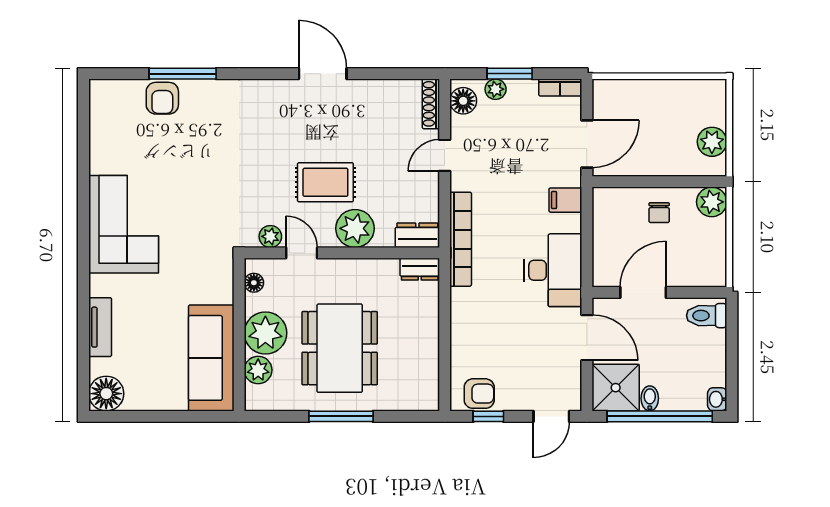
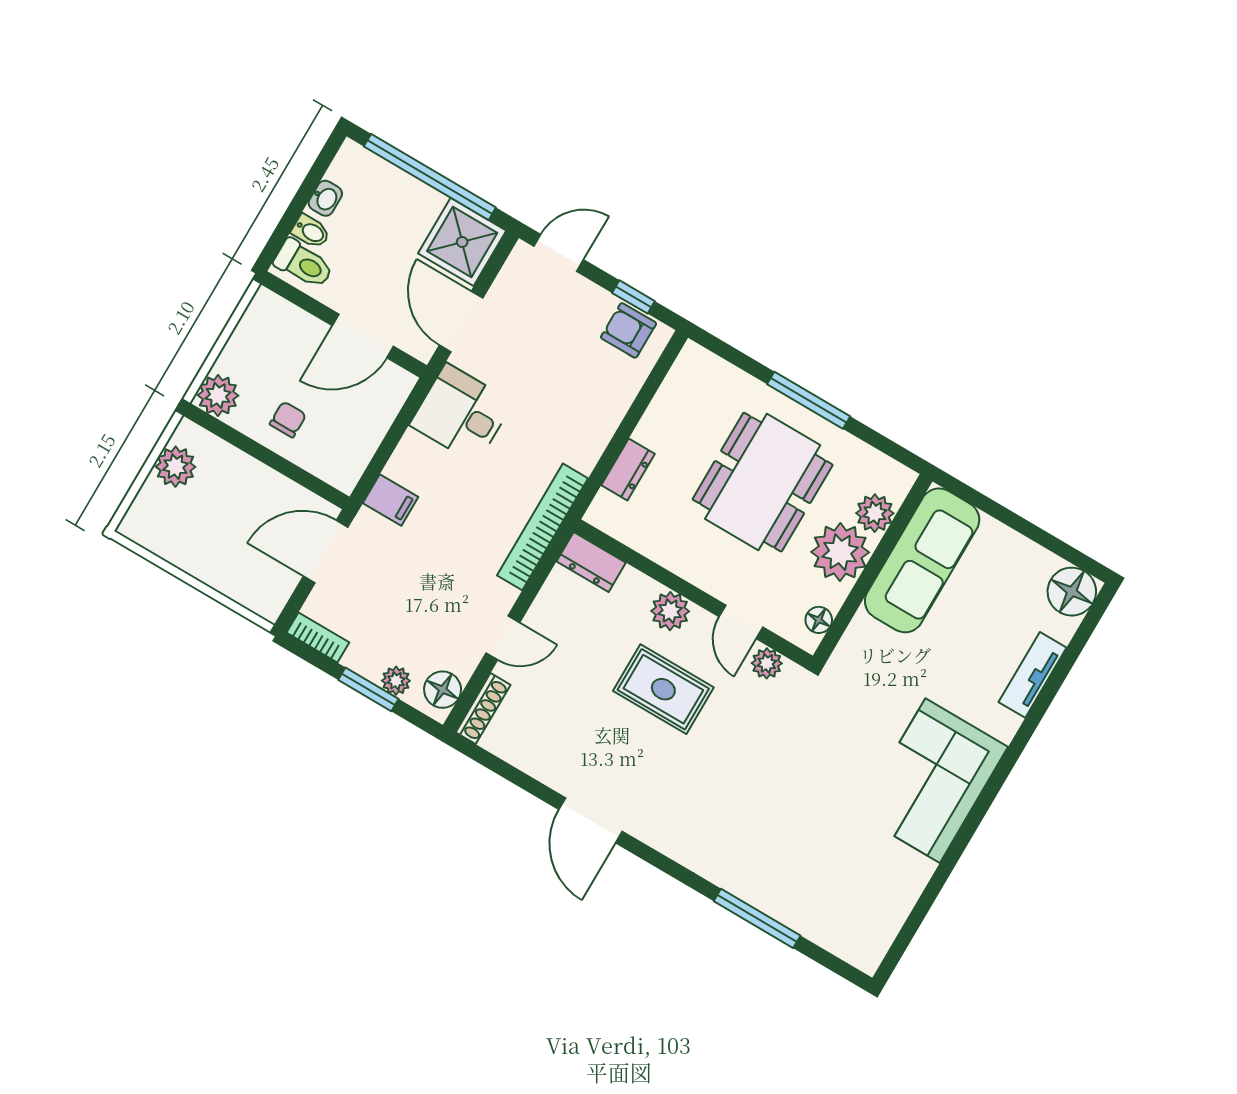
armchair: (162, 98) -> (798, 903), removed
plant: (355, 228) -> (670, 611), width x0.73, depth x0.73
dresser: (420, 269) -> (628, 469), moved, turned 90
desk: (553, 270) -> (461, 414), width x0.73
bidet: (650, 398) -> (311, 231), moved, turned -90
washbasin: (717, 399) -> (325, 198), moved

